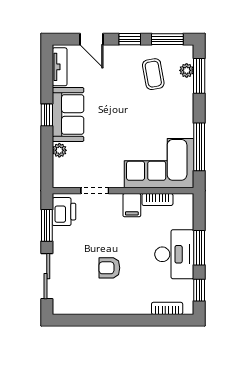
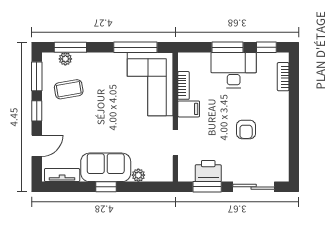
printer: (64, 212) -> (208, 171), moved

